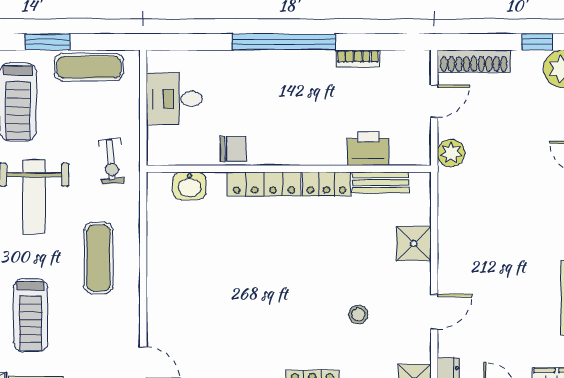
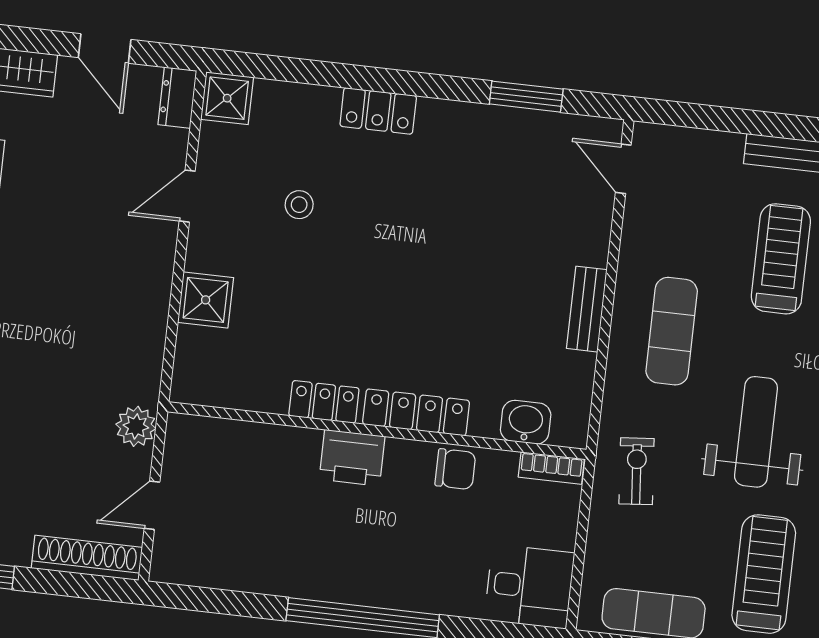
bookcase: (358, 58) -> (551, 468), moved, turned 180
desk: (174, 99) -> (529, 586), moved
chair: (233, 149) -> (455, 469), turned 180
printer: (368, 149) -> (352, 458), moved
bench: (381, 183) -> (587, 309), moved, turned 90

